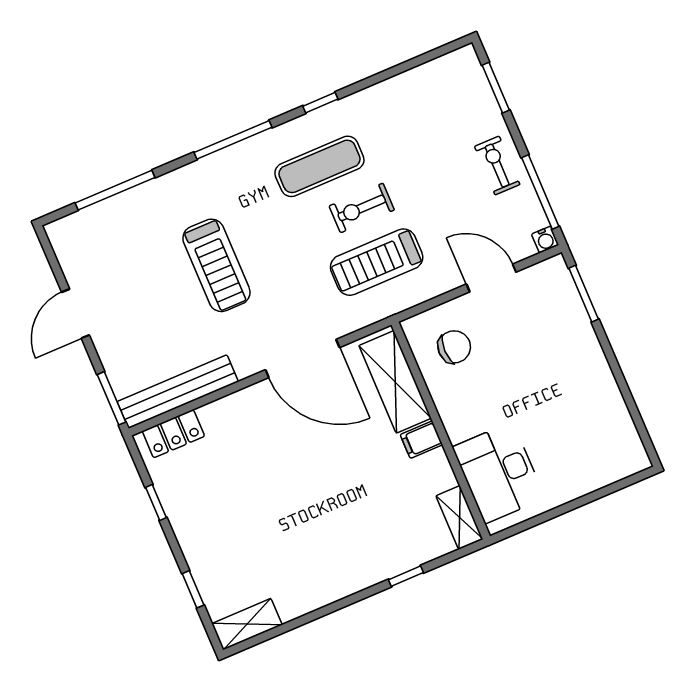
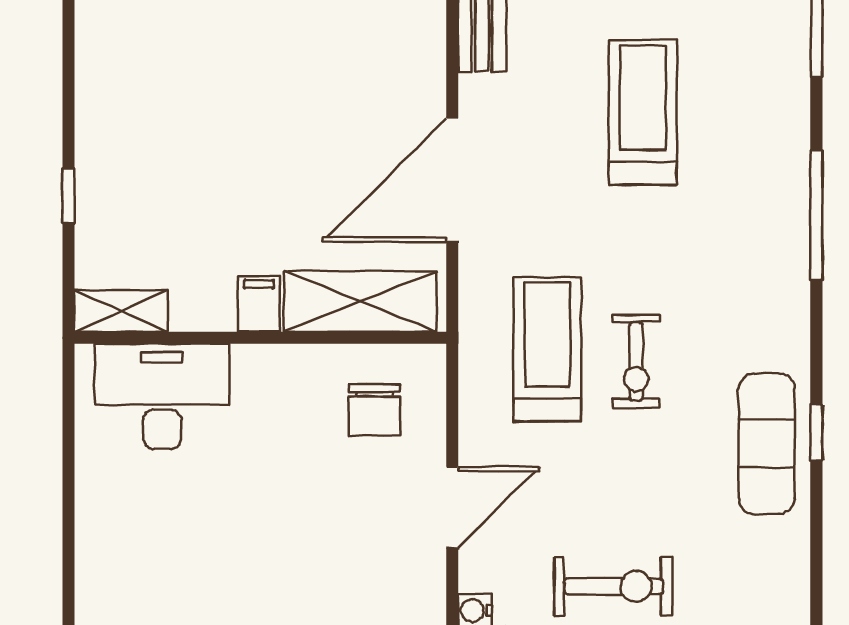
window: (320, 103) -> (816, 432), moved
exercise mat: (319, 166) -> (767, 444), moved
exercise bike: (497, 166) -> (614, 586), width x1.38, depth x1.39
exercise bike: (362, 208) -> (636, 361), turned 180
treadmill: (216, 265) -> (643, 112), turned 90

